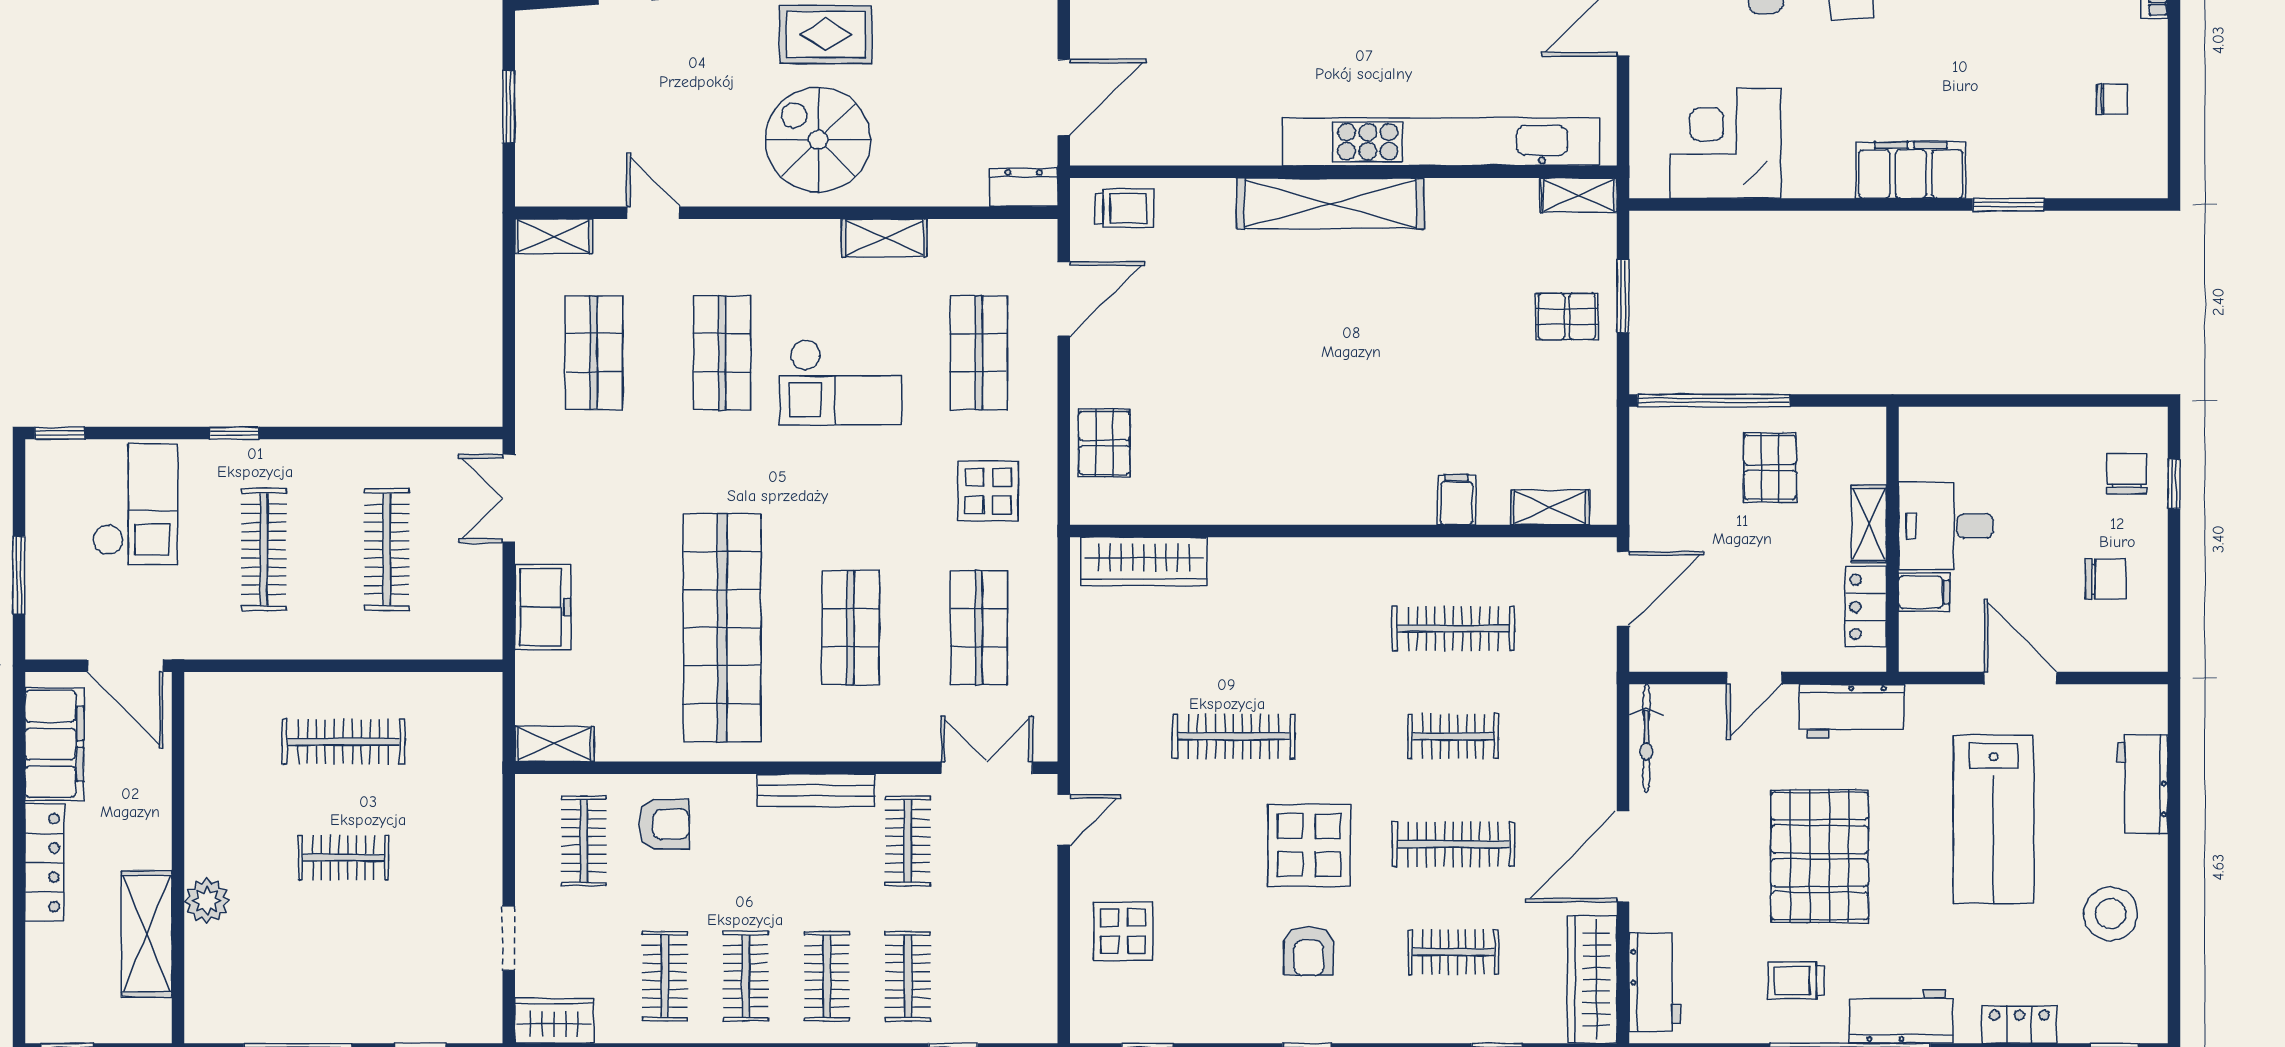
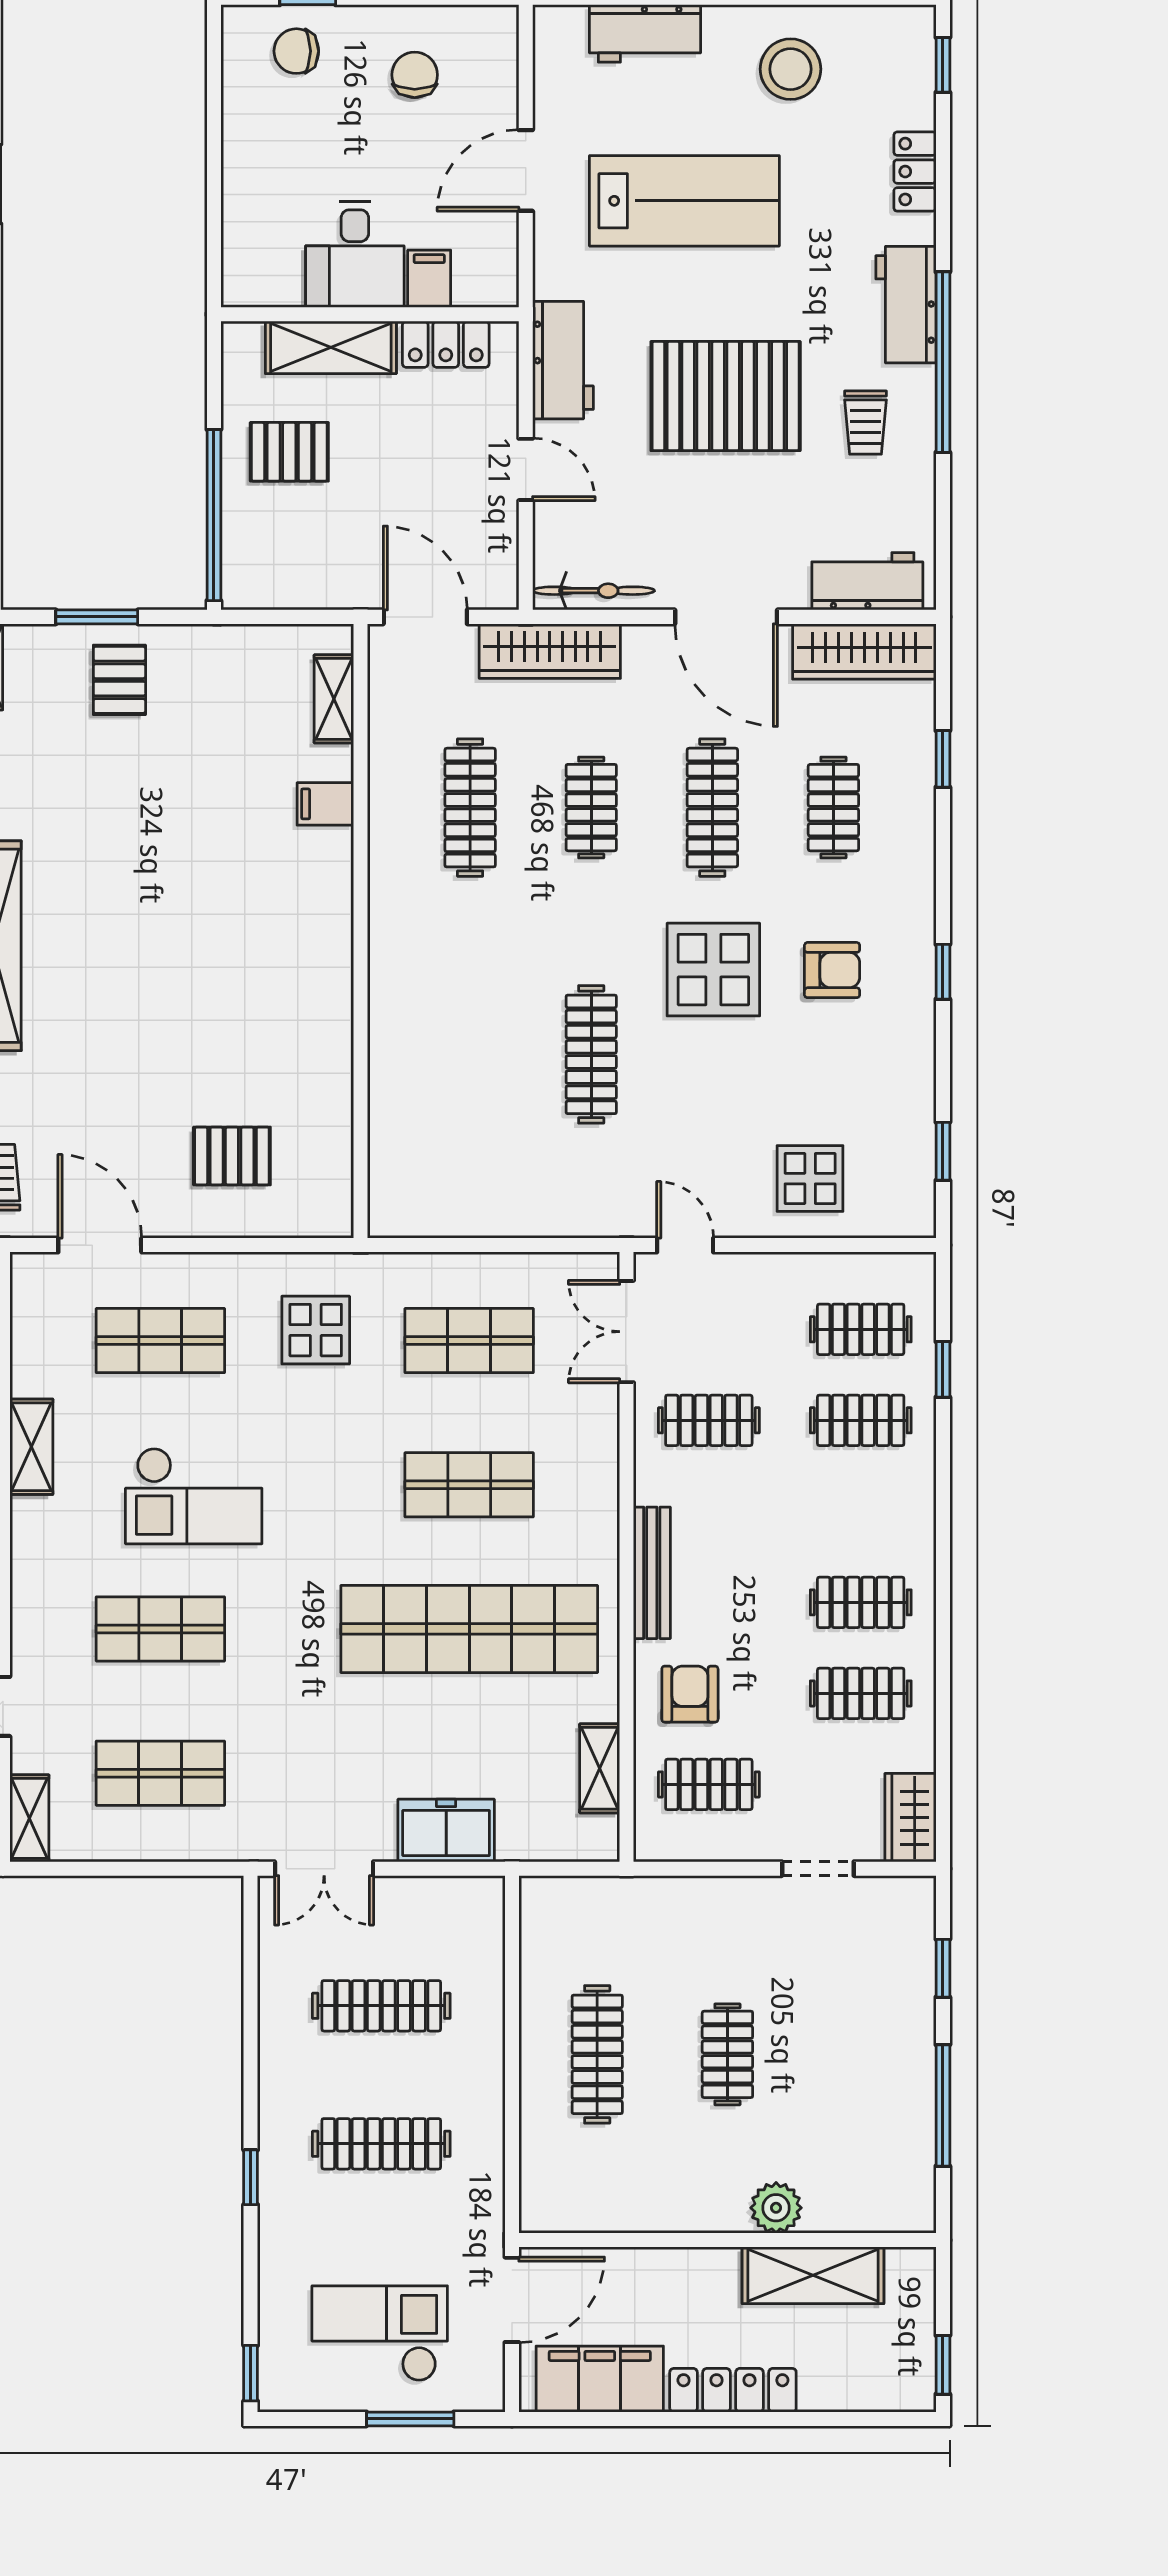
checkout: (841, 382) -> (194, 1496), turned 90
pallet: (1104, 443) -> (232, 1156), moved
checkout: (135, 505) -> (380, 2333), moved
shelving: (1869, 524) -> (331, 347), width x1.50, depth x1.33
wardrobe: (1144, 562) -> (550, 651), moved, turned 90
shelving: (554, 744) -> (600, 1768), moved
bench: (816, 790) -> (652, 1573), moved
clothes rail: (827, 976) -> (861, 1329), moved

